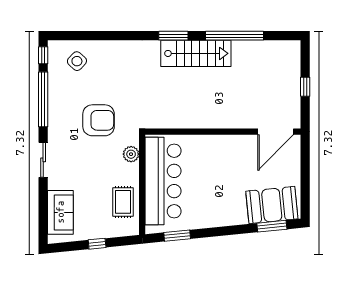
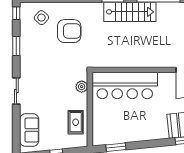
window: (43, 99) -> (16, 46), width x0.47
armchair: (99, 120) -> (69, 31), moved
bar counter: (163, 181) -> (125, 86), moved, turned 90

